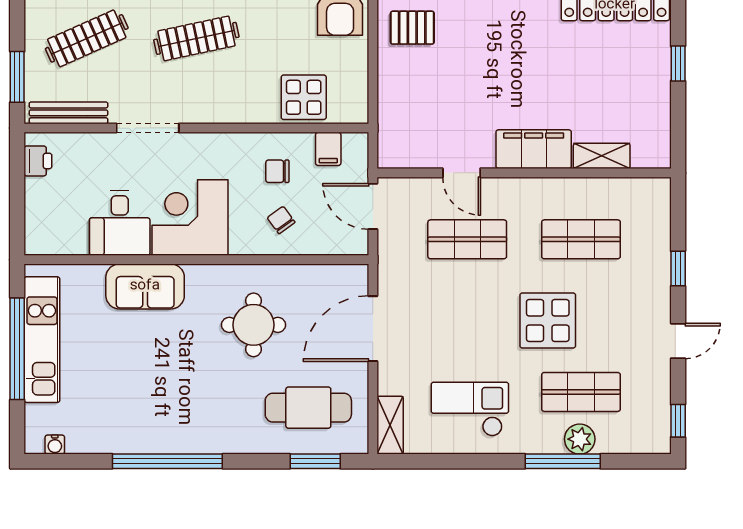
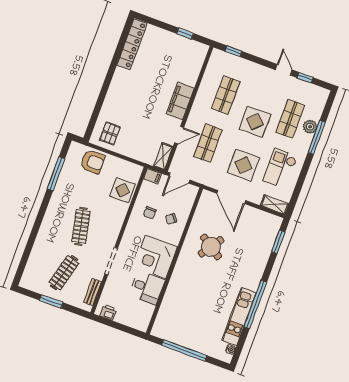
clothes rail: (87, 38) -> (64, 273), turned 39
window: (678, 64) -> (185, 34), moved
window: (17, 77) -> (51, 301), moved
bench: (68, 113) -> (93, 292), width x0.73
filing cabinet: (328, 149) -> (152, 176), moved
shelving: (602, 156) -> (163, 156), moved
window: (678, 269) -> (234, 51), moved
sofa: (145, 286) -> (178, 287), removed
round table: (254, 325) -> (211, 247), turned 34
display table: (448, 330) -> (243, 165), added
kitchen unit: (42, 340) -> (239, 317), moved, turned -90
cafe table: (308, 408) -> (254, 237), removed
window: (678, 421) -> (305, 78), moved

